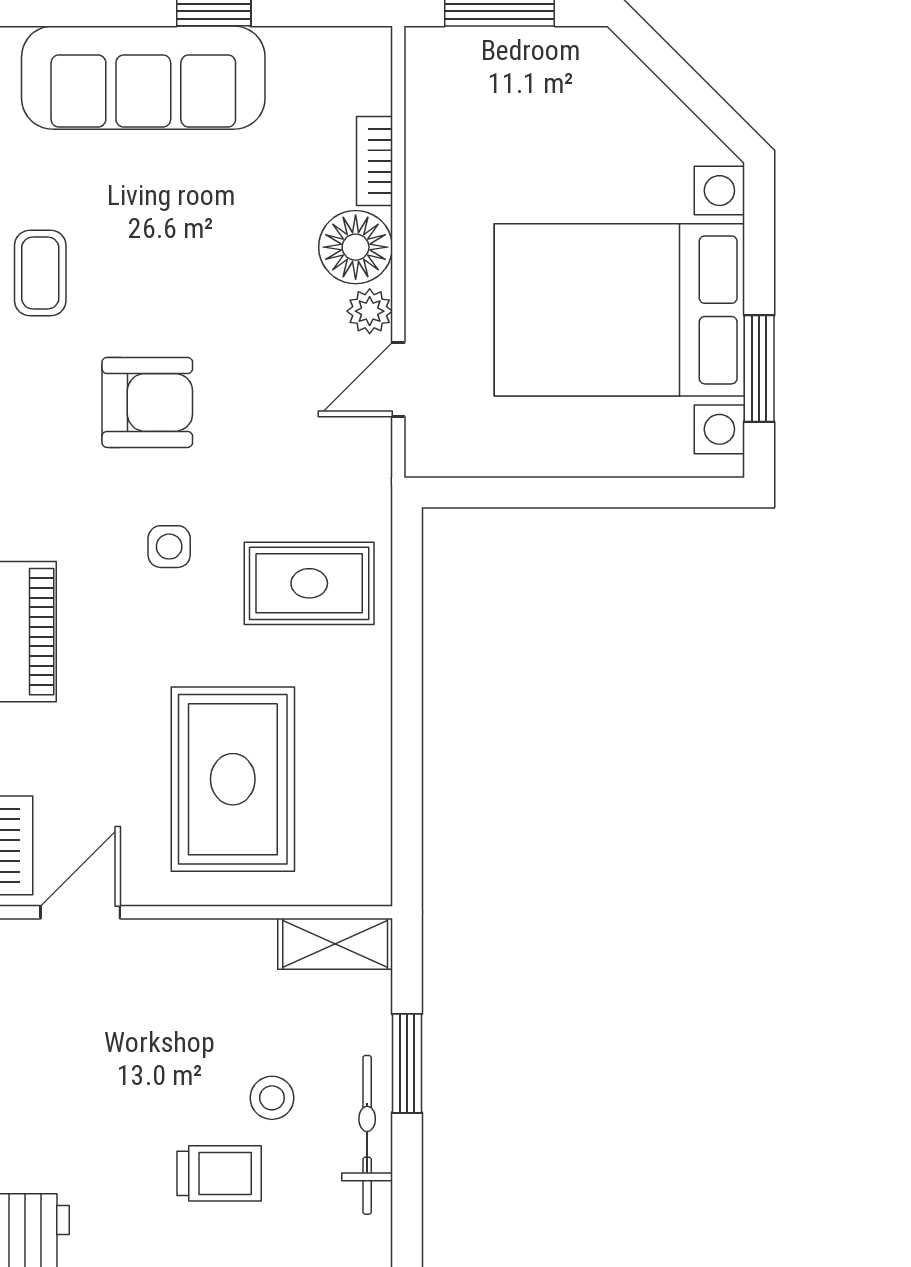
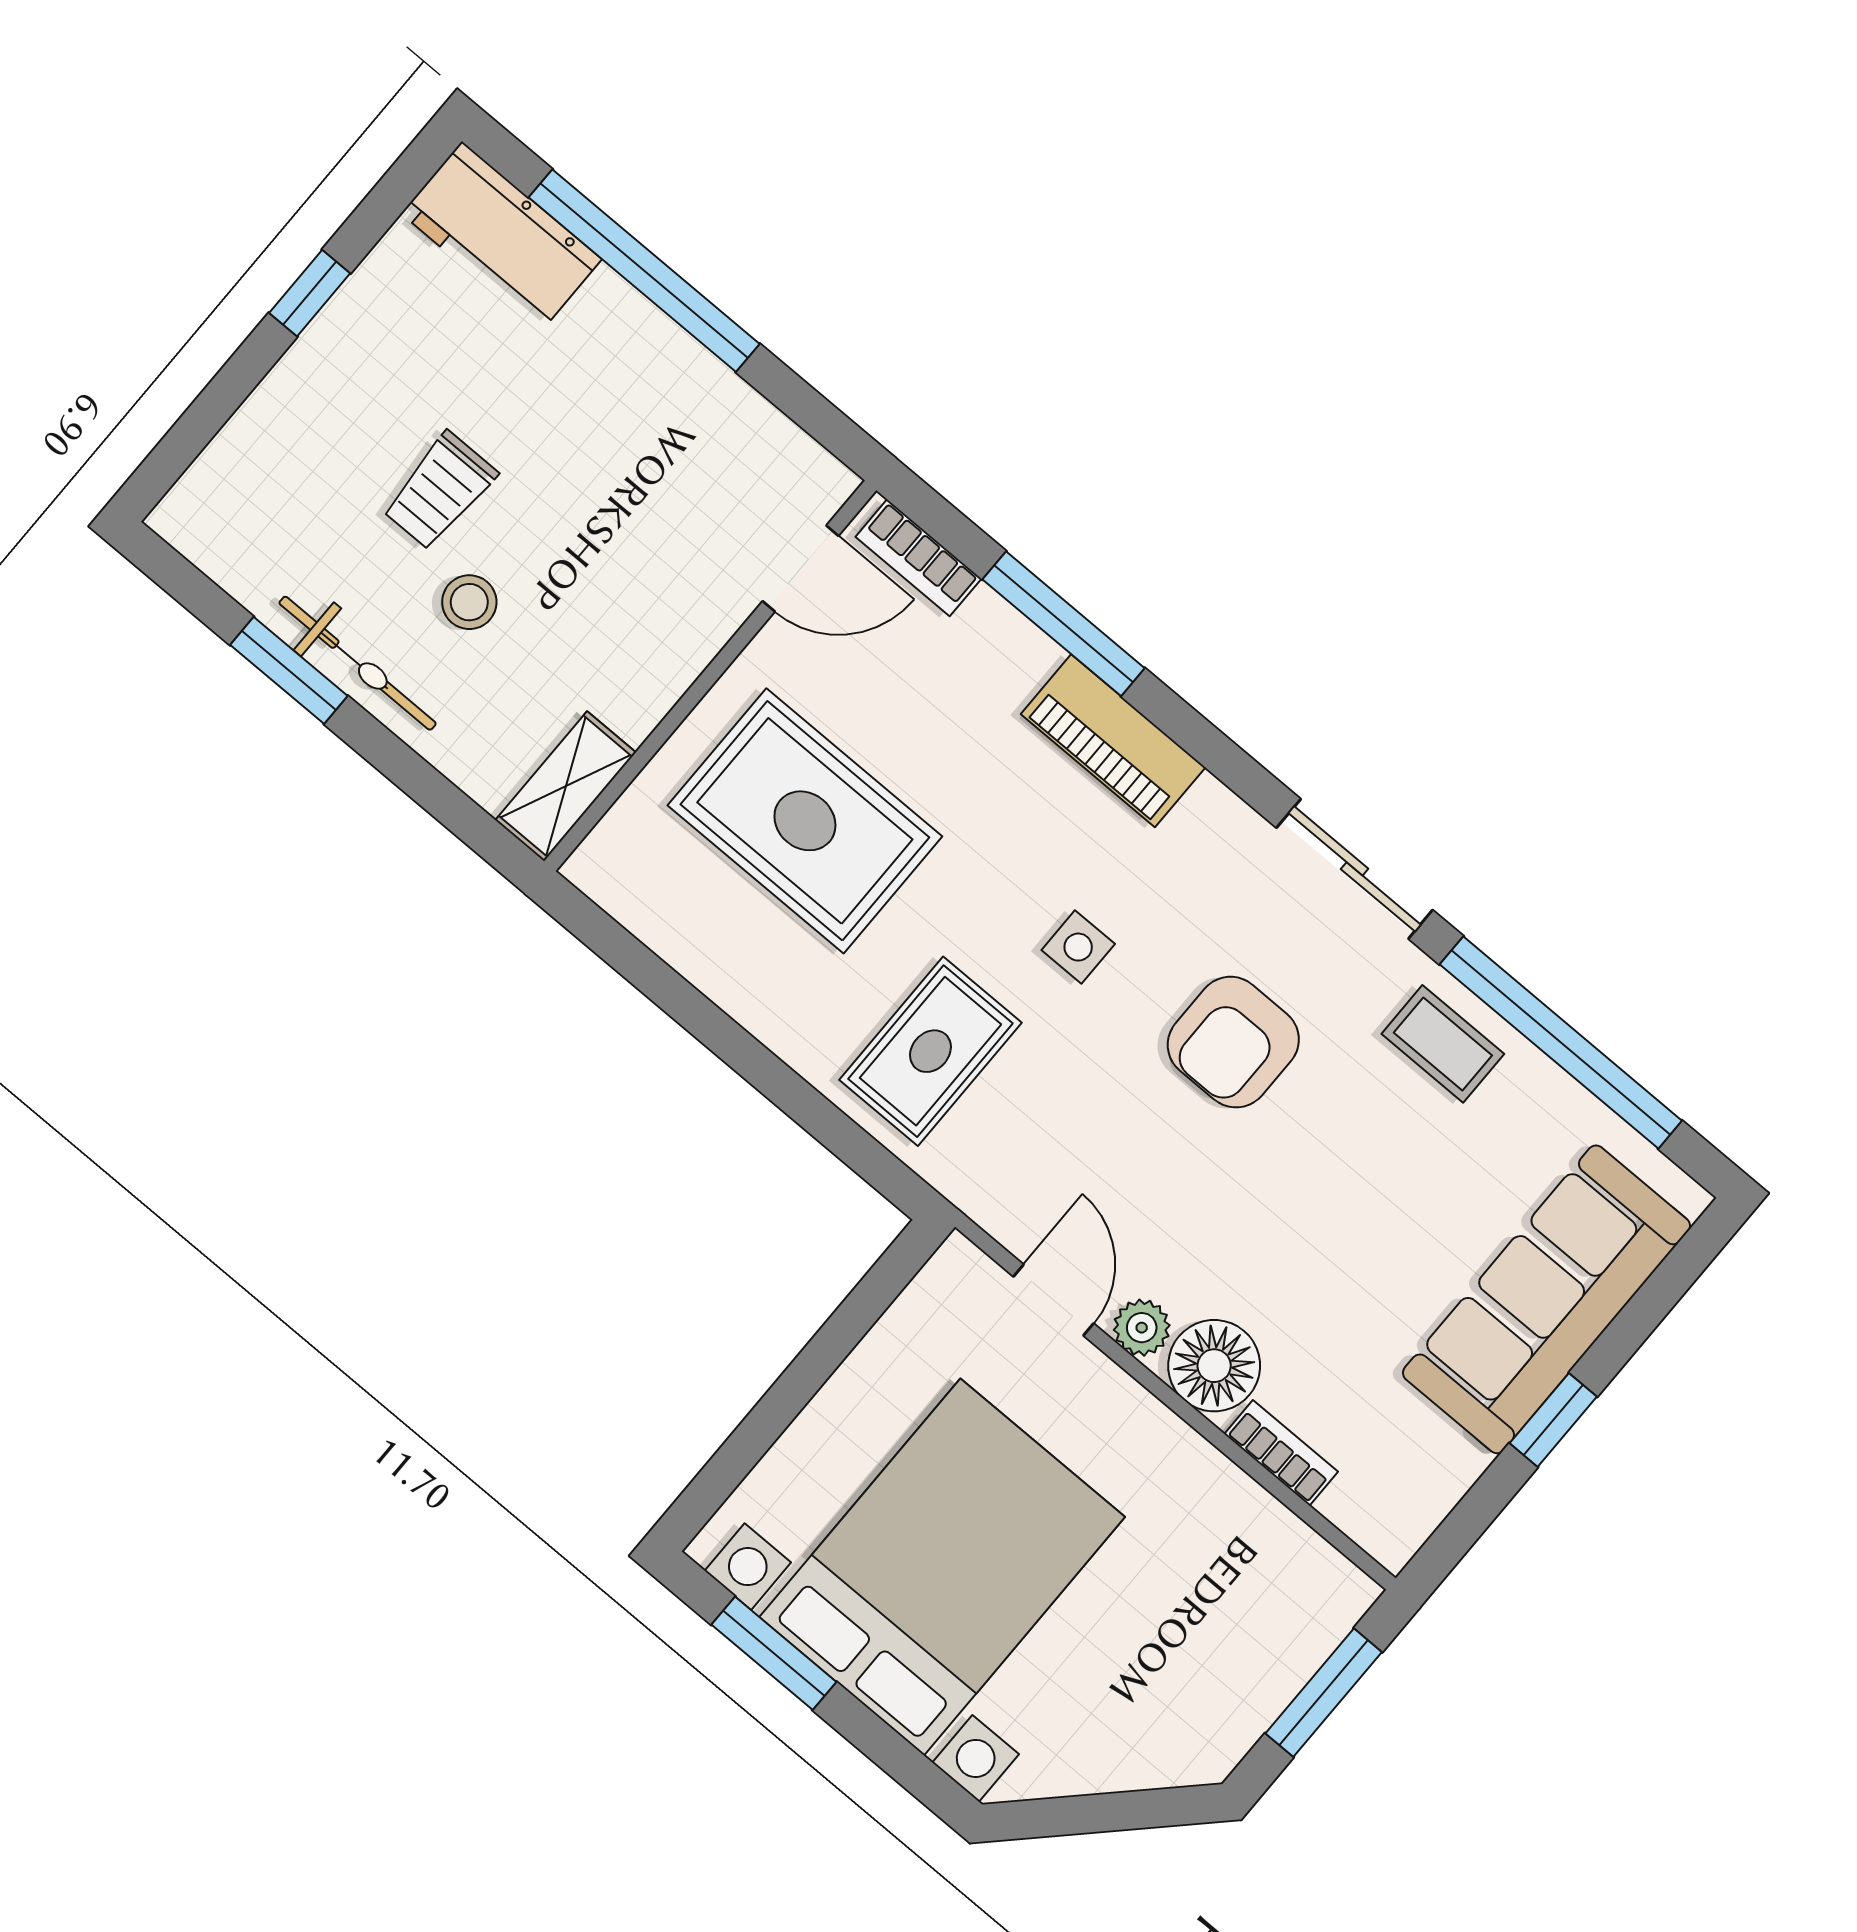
door: (80, 912) -> (801, 569), hinge flipped
window: (407, 1063) -> (289, 670), moved

